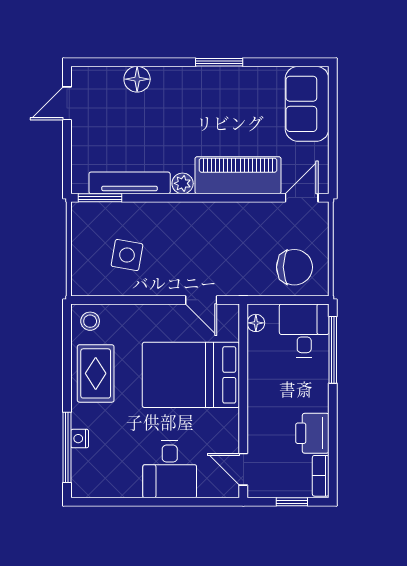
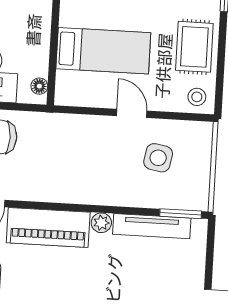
door: (201, 300) -> (132, 113), moved
bed: (191, 375) -> (103, 51), width x0.67

